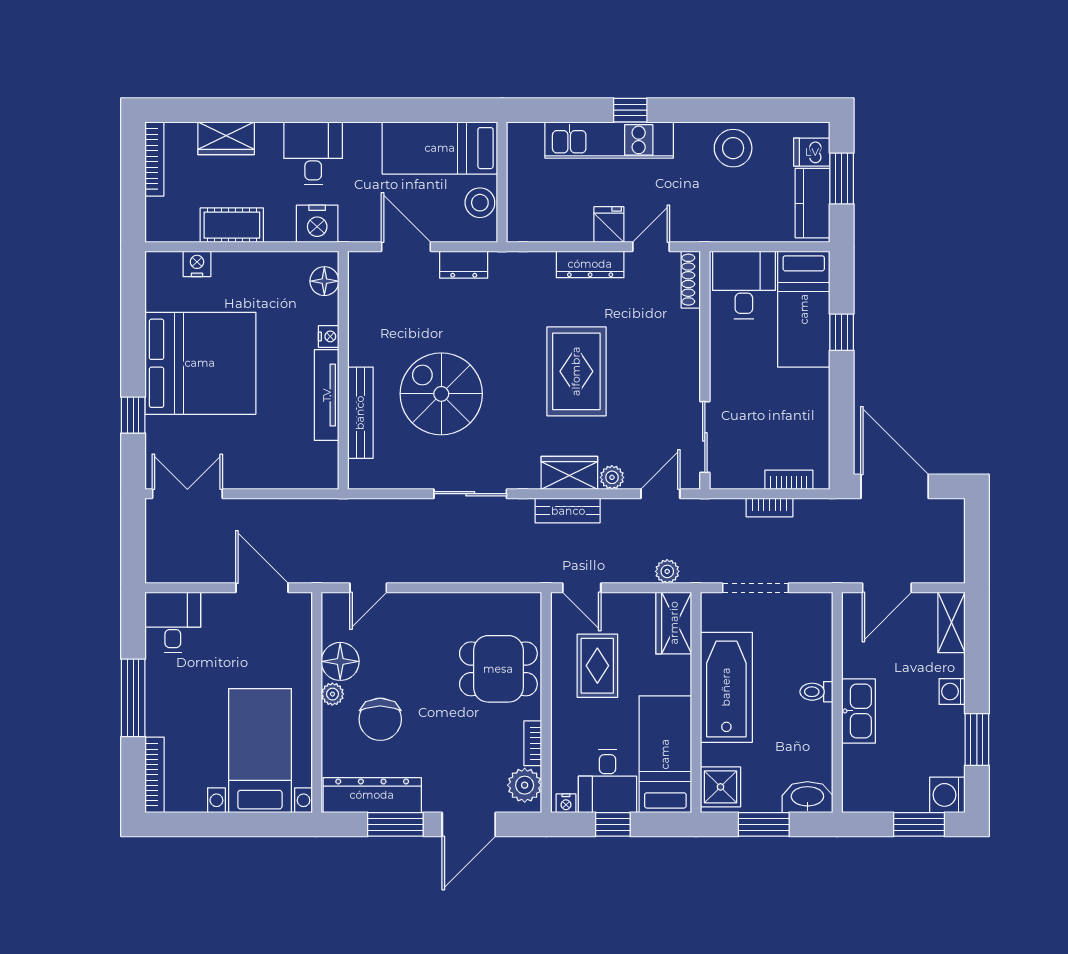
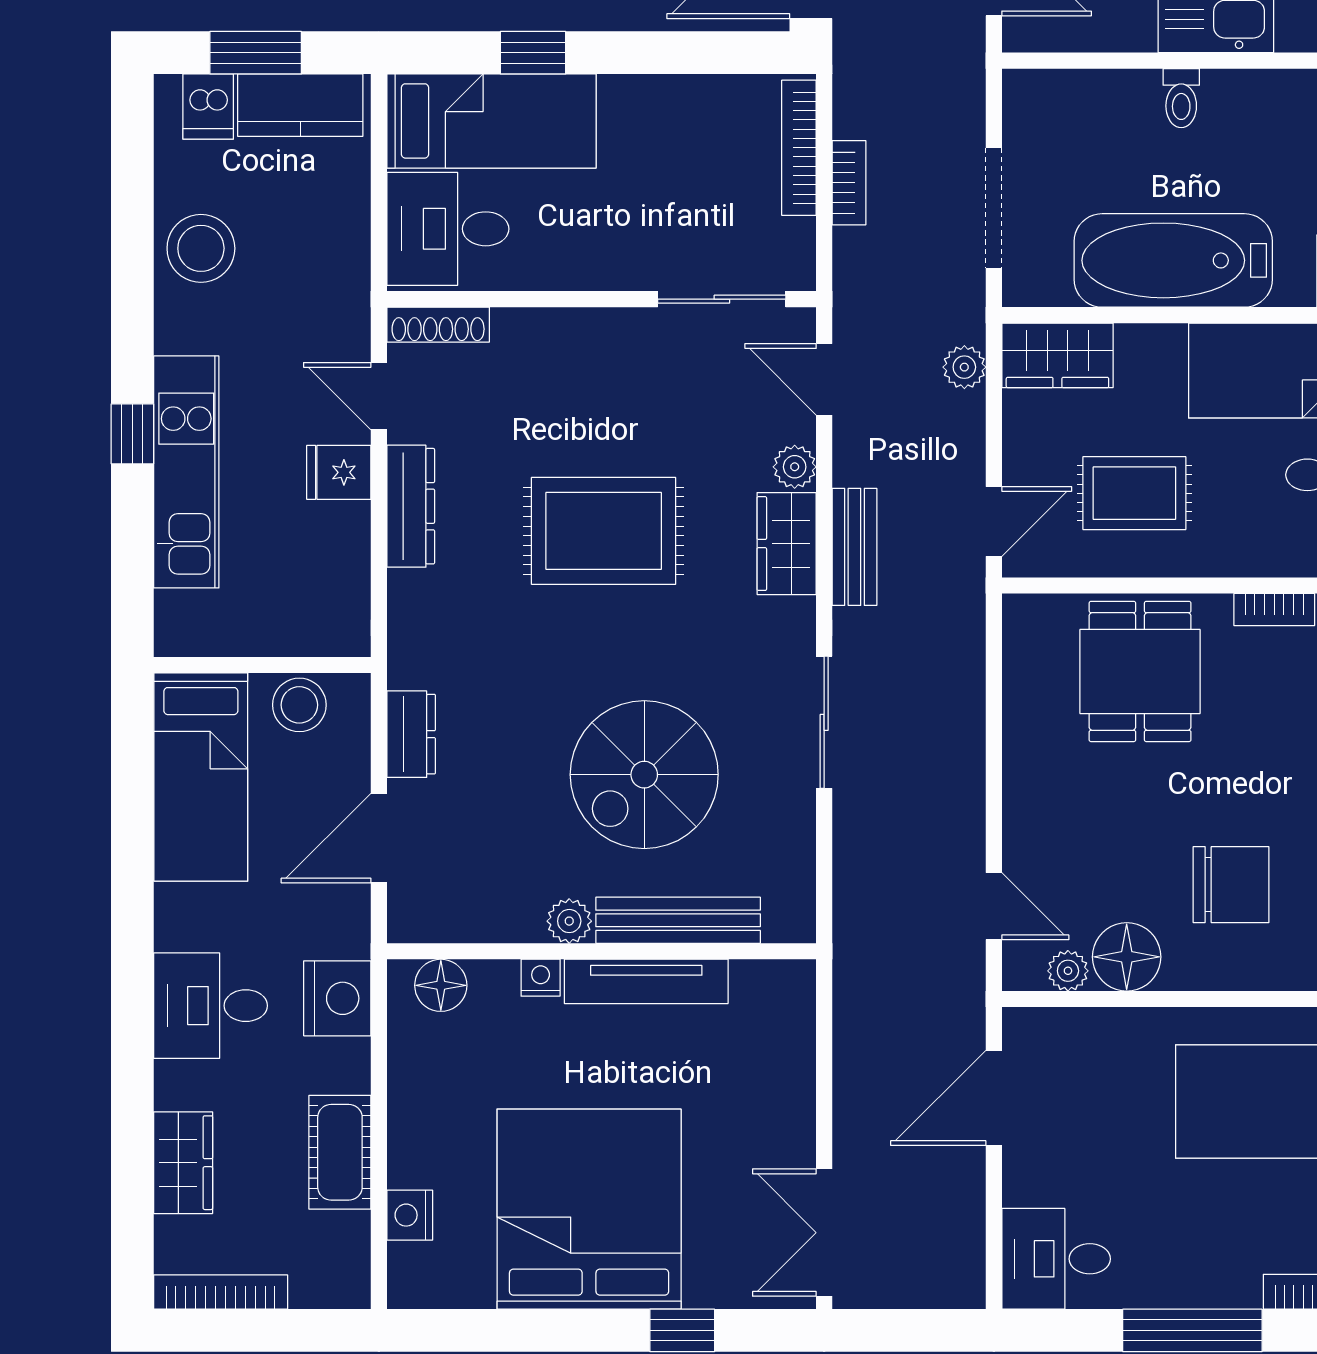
plant: (360, 352) -> (569, 921), added
bookcase: (789, 480) -> (799, 148), width x1.56
plant: (332, 694) -> (1068, 971), moved

